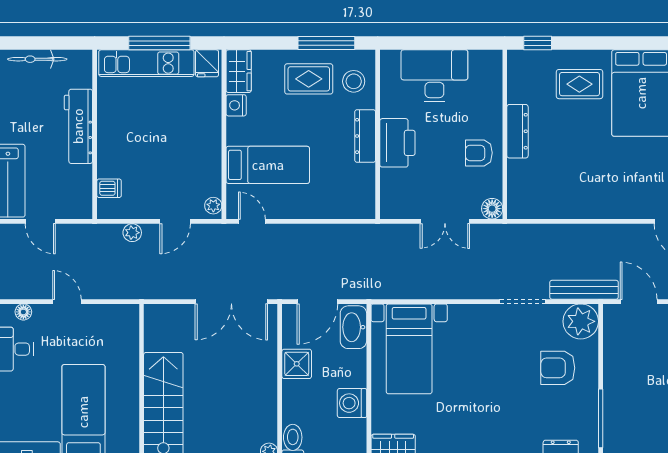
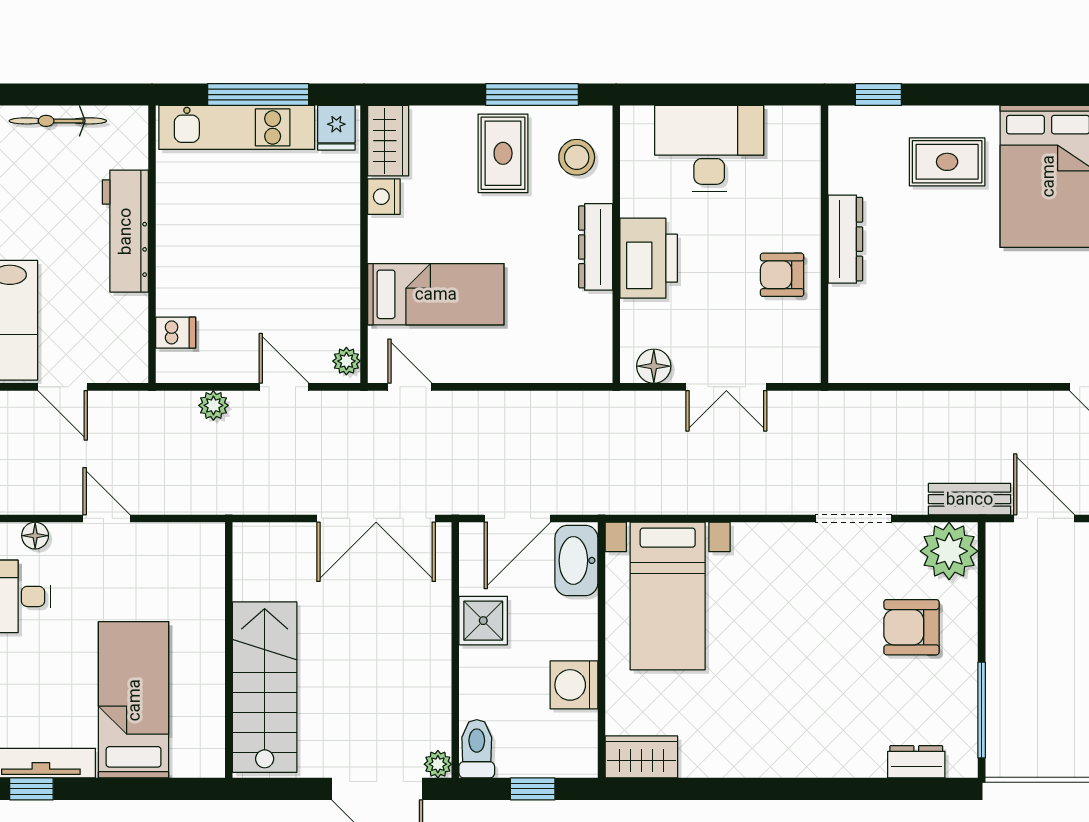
rug: (309, 79) -> (503, 153), turned 90
floor lamp: (492, 209) -> (654, 366), moved
door: (175, 221) -> (284, 387), swing flipped
bench: (584, 290) -> (970, 499), width x0.73

